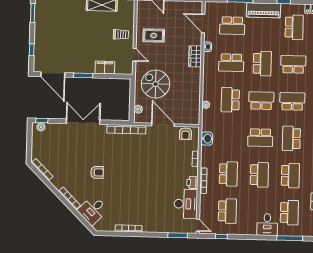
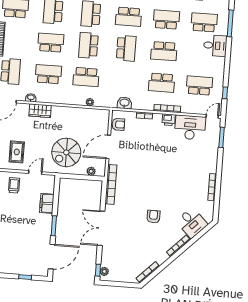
school desk: (231, 63) -> (48, 74), turned -90
school desk: (228, 174) -> (162, 83), turned 180
school desk: (259, 175) -> (164, 51), turned 180

